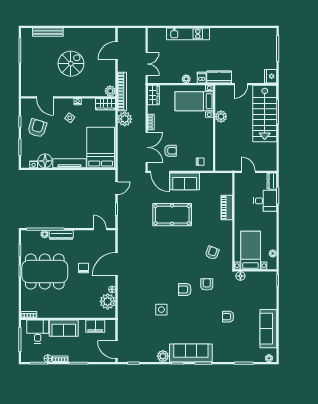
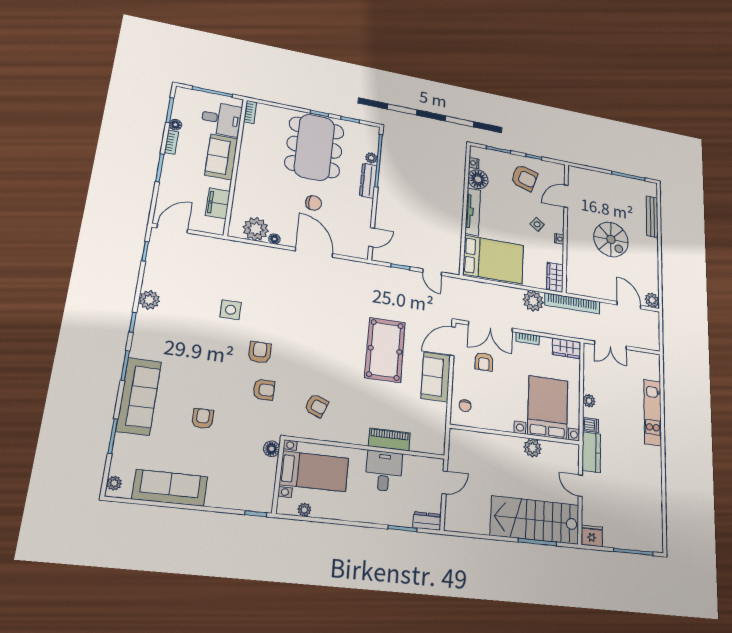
plant: (110, 91) -> (652, 300), moved
bed with nightstands: (194, 101) -> (548, 407), width x1.36
desk: (265, 201) -> (384, 471), moved, turned 180
sofa: (191, 353) -> (139, 396), moved

